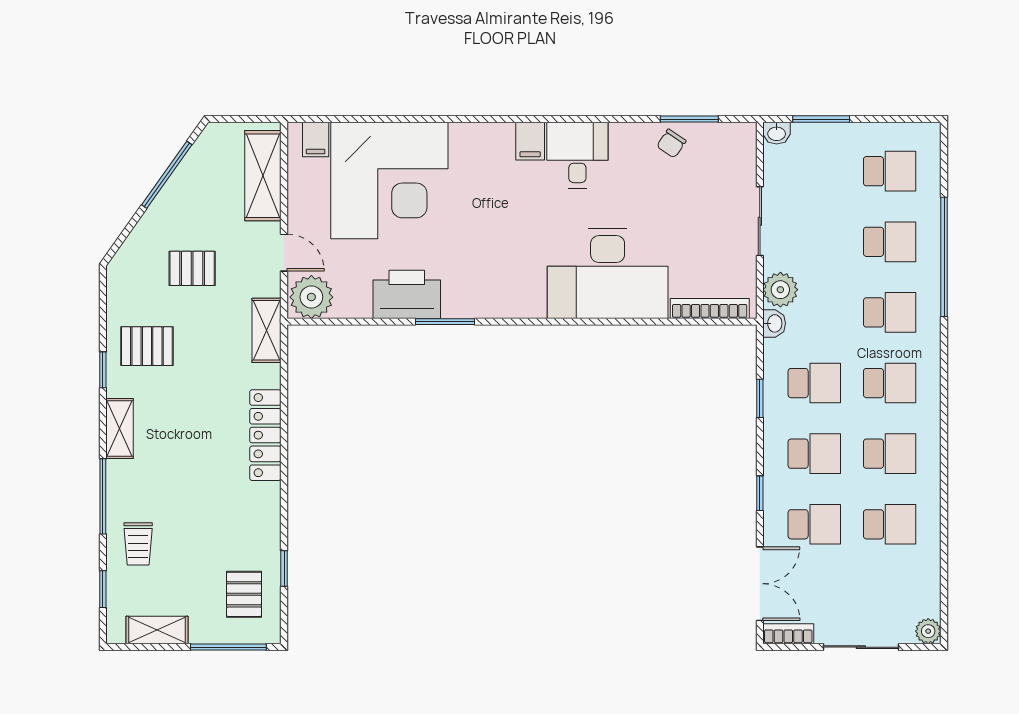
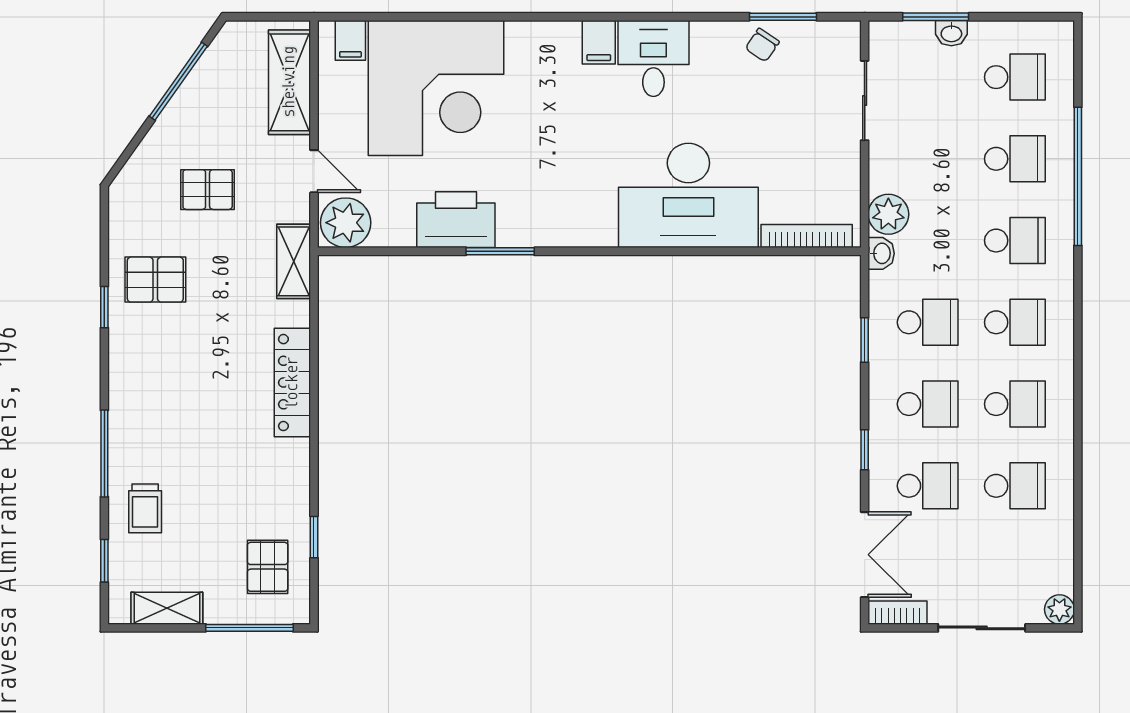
washbasin: (777, 133) -> (951, 33), moved
sliding door: (760, 221) -> (865, 101), moved
shelving: (120, 429) -> (124, 375), removed

